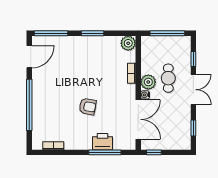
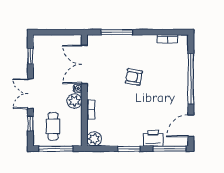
cafe table: (168, 78) -> (53, 126), moved
printer: (103, 142) -> (153, 138), moved, turned 180
window: (154, 152) -> (69, 32), removed

